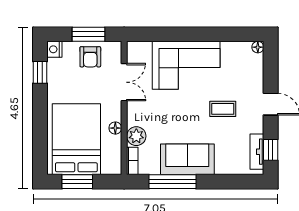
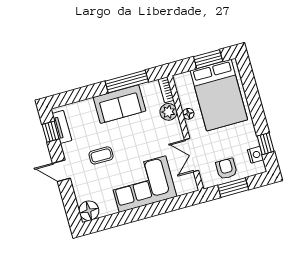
floor lamp: (258, 47) -> (89, 211), width x1.89, depth x1.89
nightstand: (54, 49) -> (255, 155), moved

